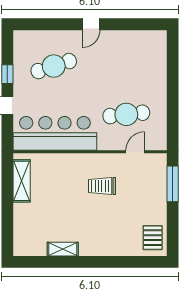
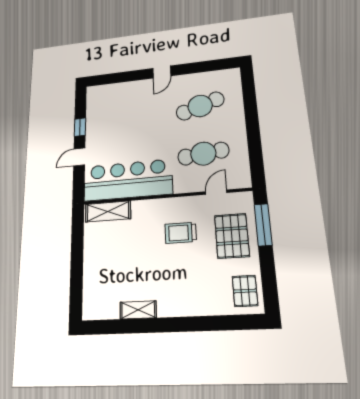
cafe table: (54, 66) -> (200, 106), moved
shelving: (22, 181) -> (108, 211), moved, turned 90
pallet: (146, 192) -> (232, 236), added

